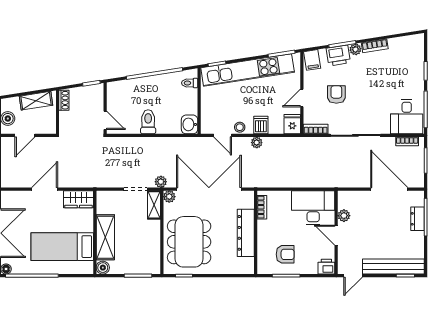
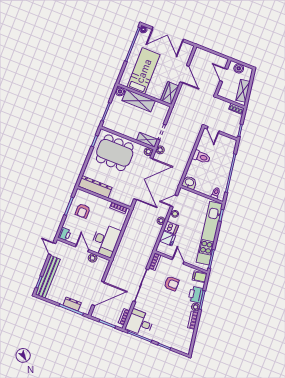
door: (105, 120) -> (213, 130), hinge flipped
fridge: (292, 124) -> (167, 238), moved
dresser: (246, 233) -> (95, 187), moved
door: (336, 235) -> (82, 248), hinge flipped

